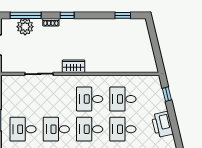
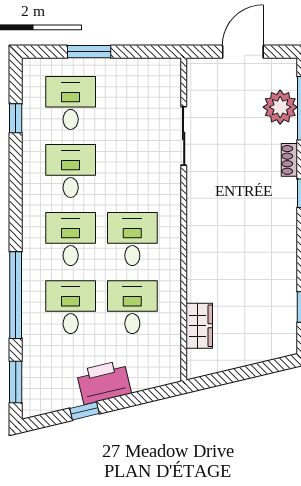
wardrobe: (74, 66) -> (199, 326), moved
window: (167, 94) -> (84, 411), moved
printer: (162, 124) -> (104, 382), moved

